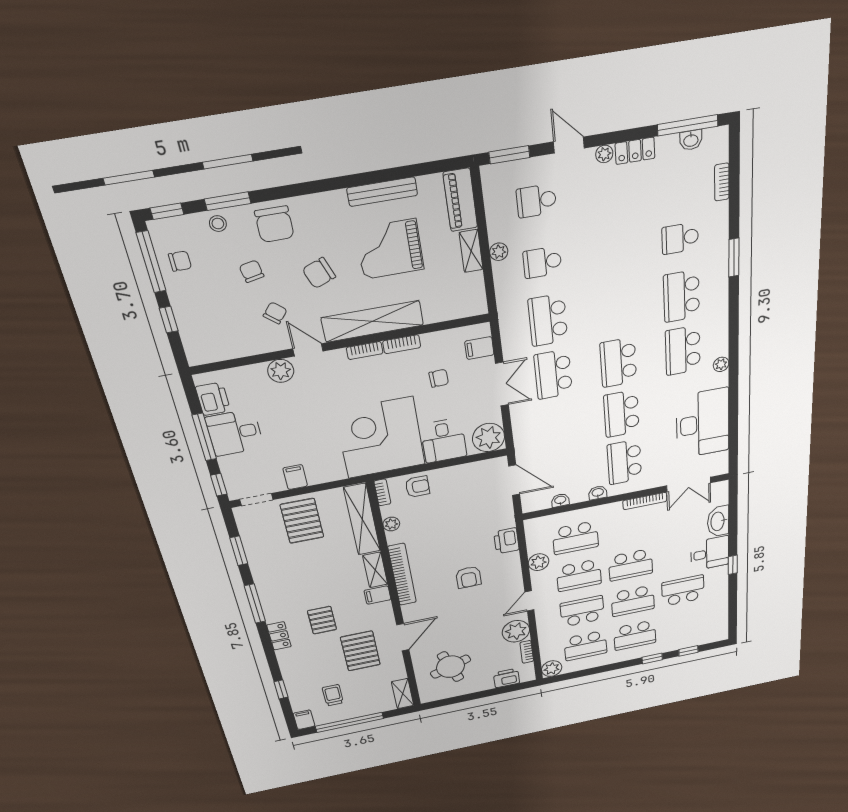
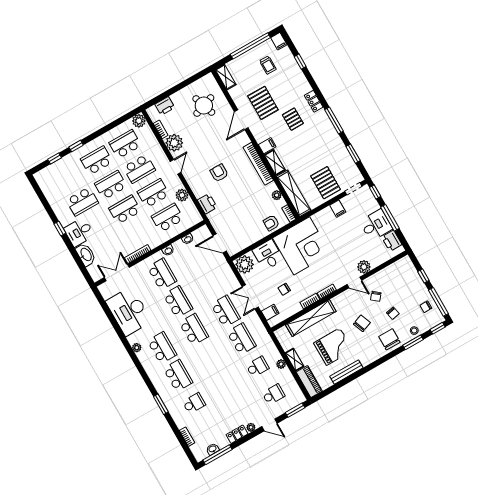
shelving: (372, 321) -> (311, 318), moved

